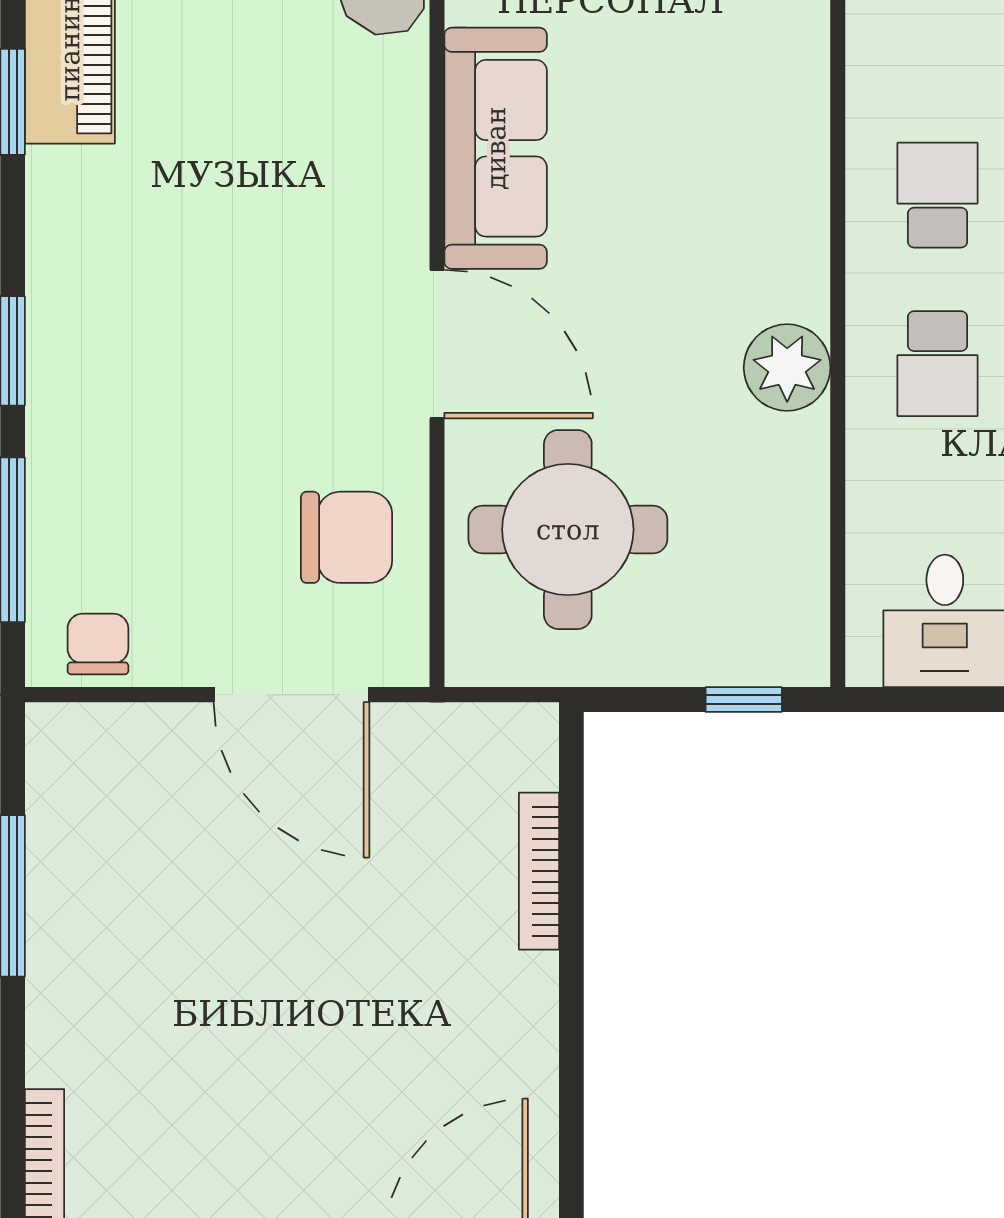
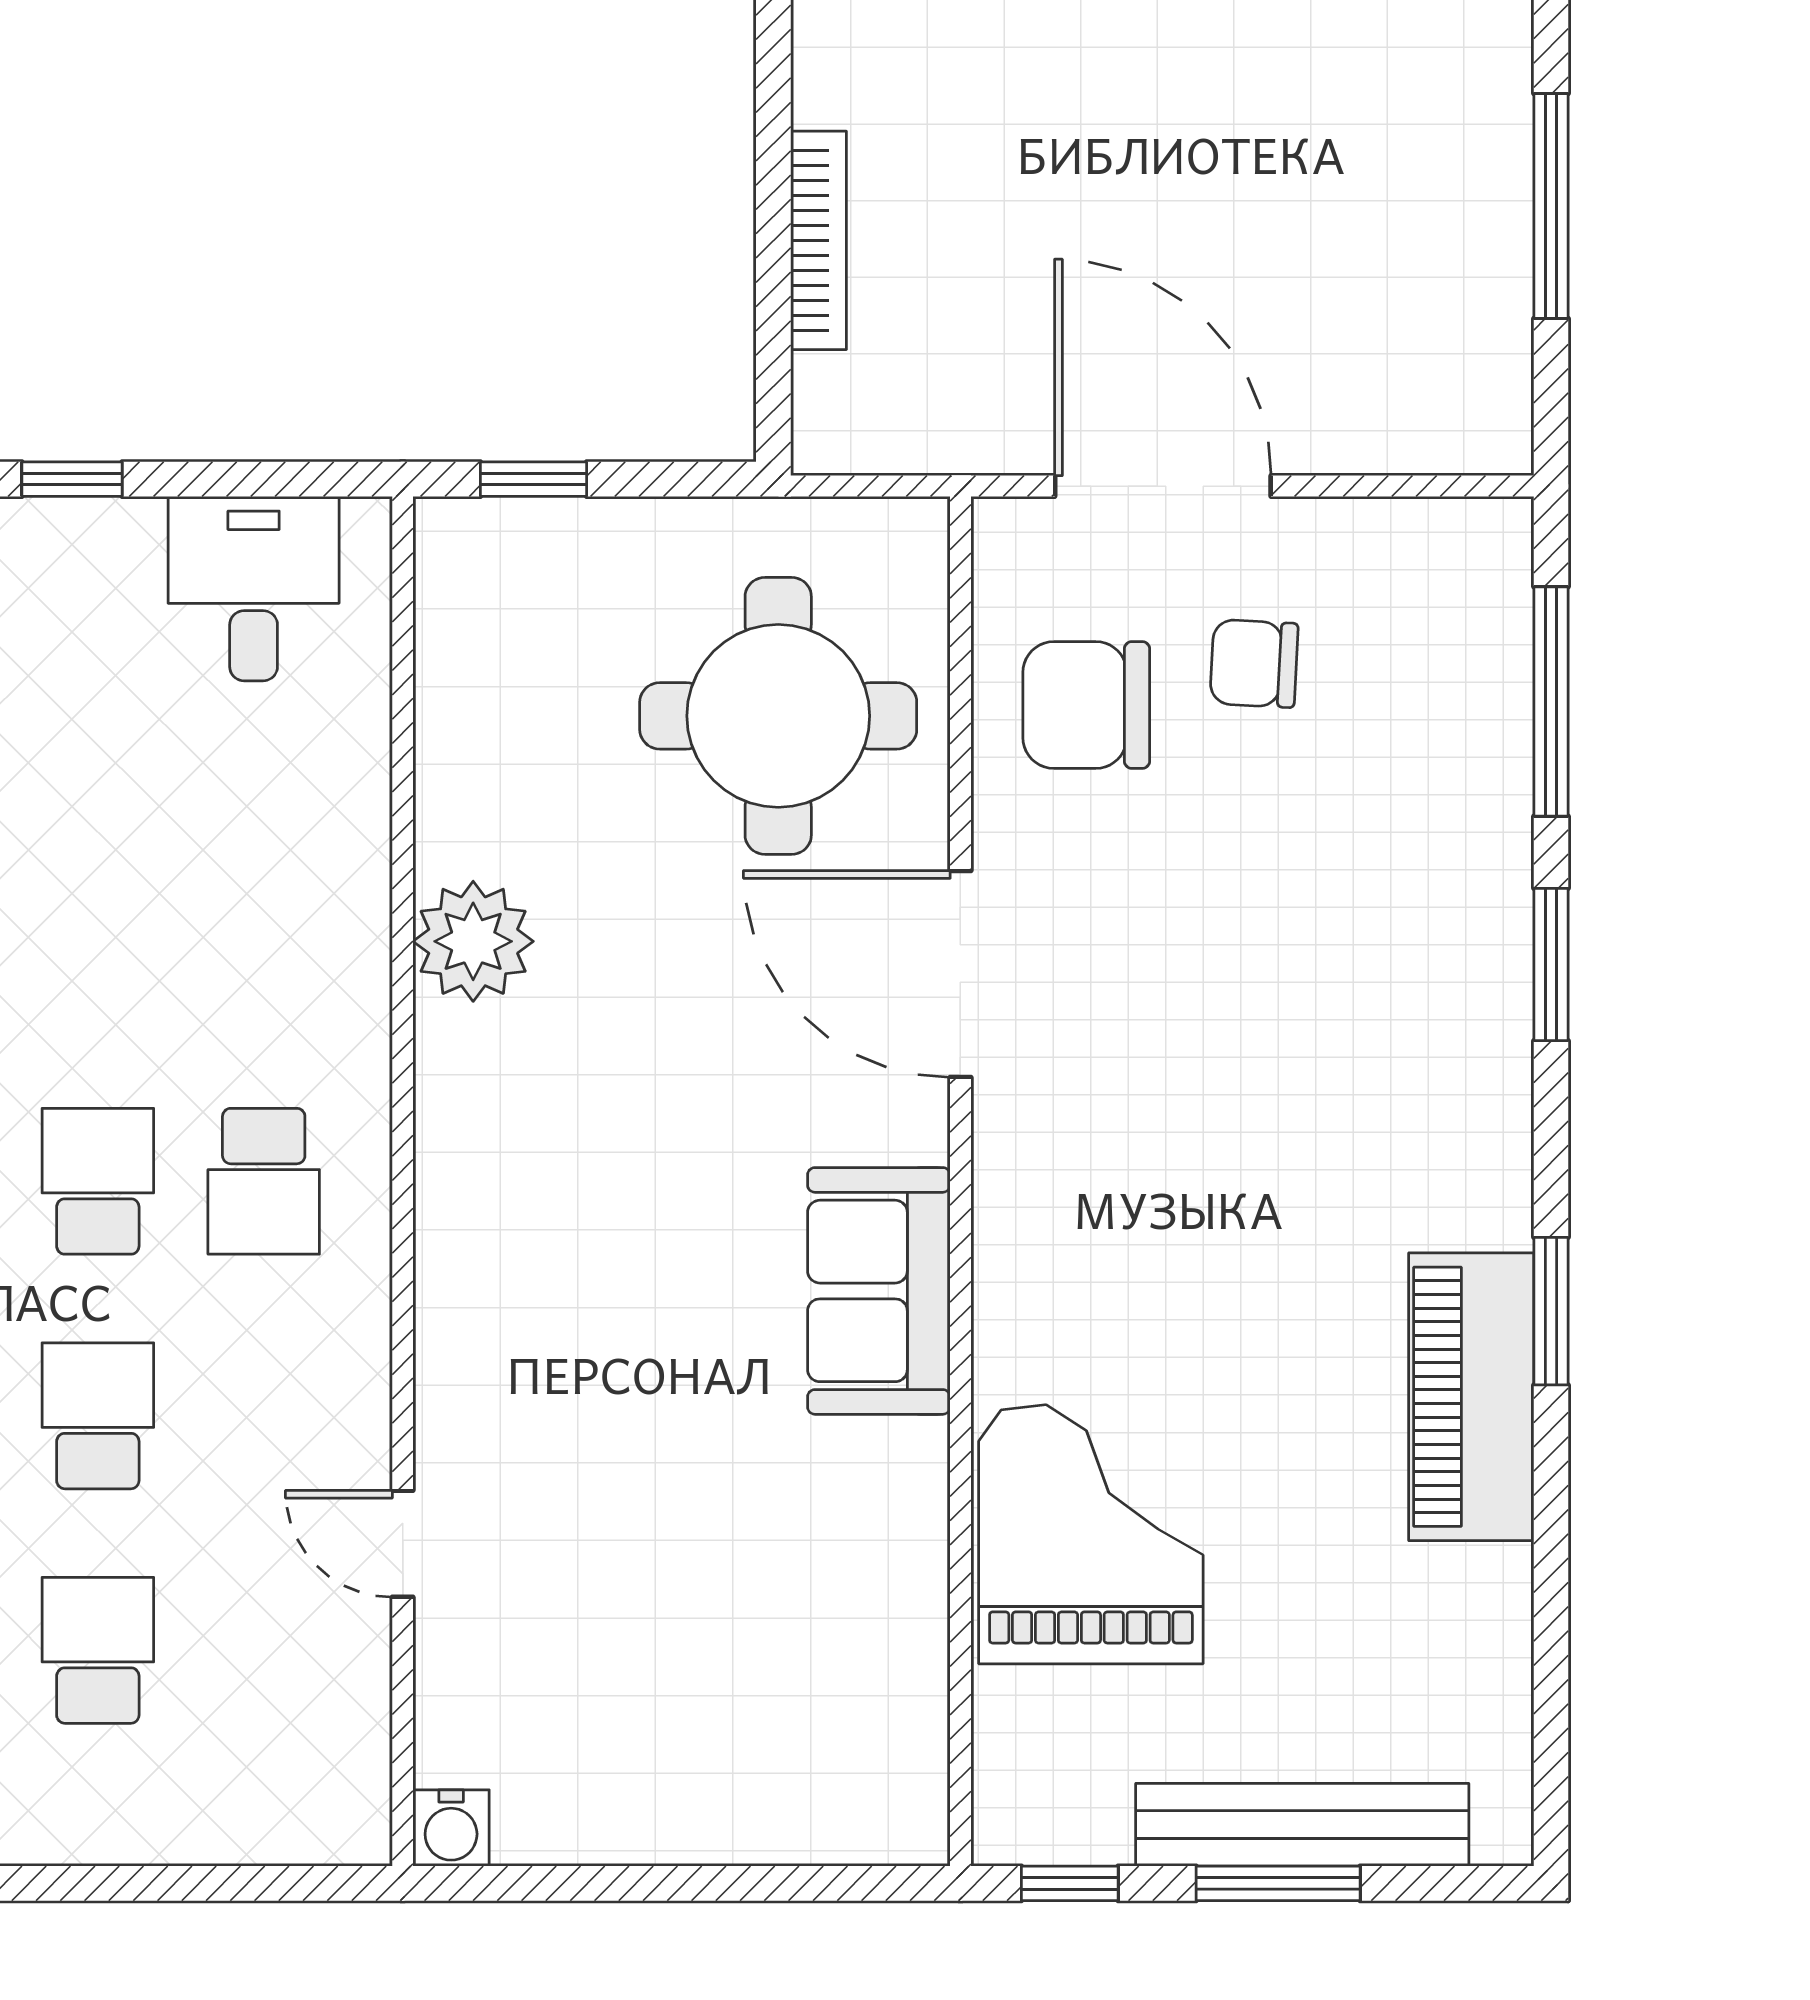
sofa: (496, 148) -> (879, 1291), width x0.73
school desk: (938, 364) -> (264, 947), removed
chair: (98, 644) -> (1254, 663), moved, turned 93

